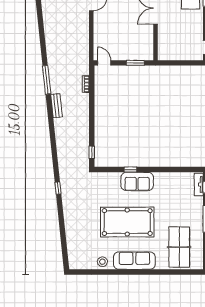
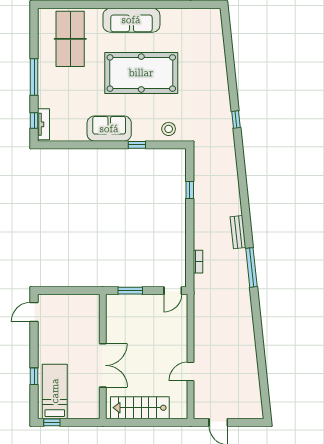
door: (104, 63) -> (173, 291), hinge flipped
window: (92, 152) -> (190, 190), moved
sofa: (137, 181) -> (109, 129), moved
stool: (102, 262) -> (169, 129), moved

